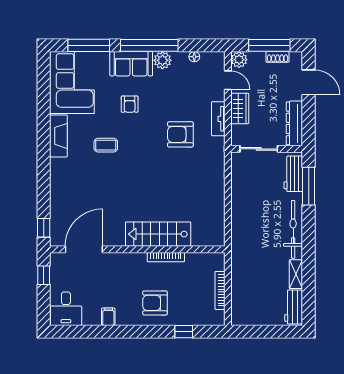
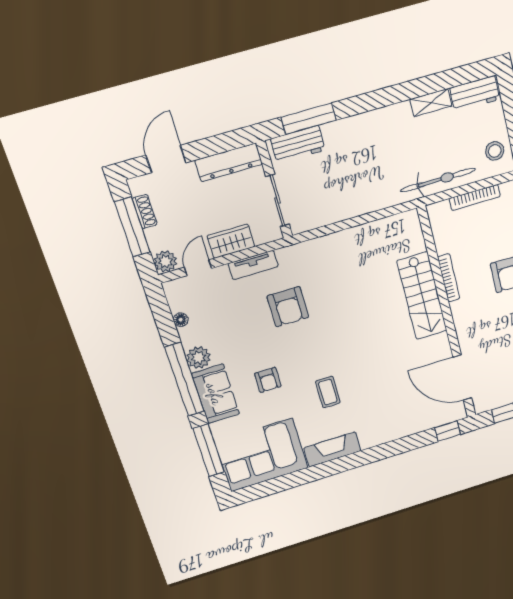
armchair: (130, 104) -> (268, 380), turned 90
bicycle: (293, 229) -> (438, 180), moved, turned 180
stool: (249, 313) -> (495, 151), added

